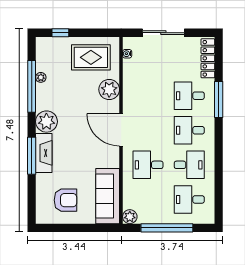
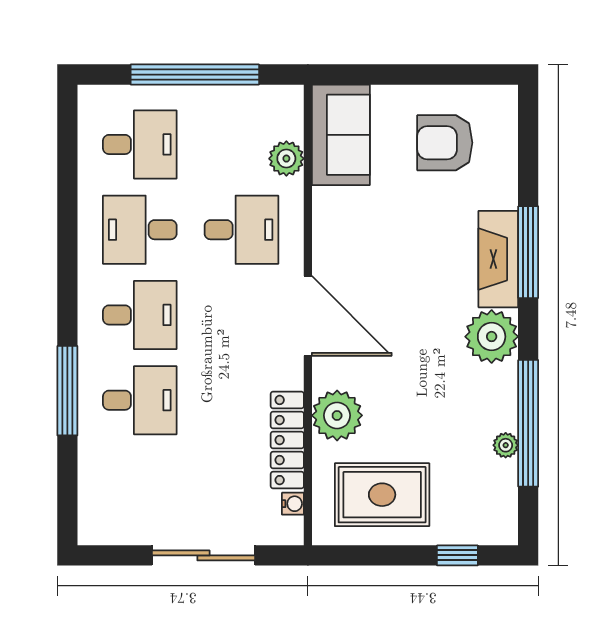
locker: (208, 58) -> (287, 440), moved, turned 180
sofa: (108, 196) -> (341, 135), width x0.73
plant: (130, 217) -> (286, 159), moved

